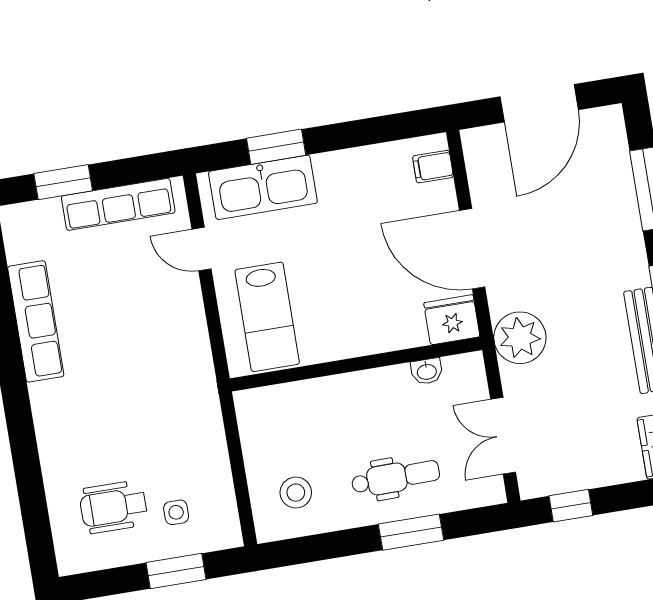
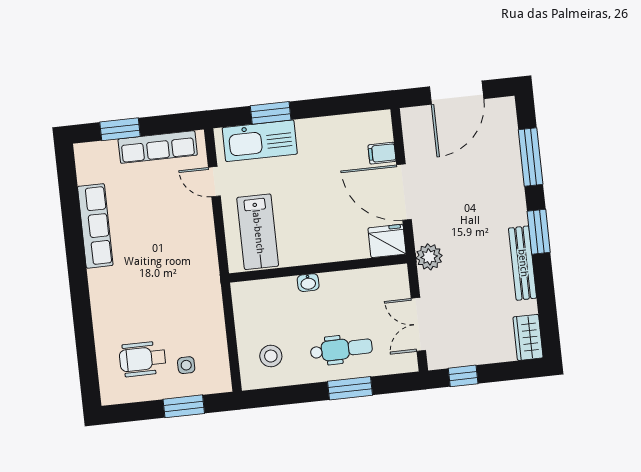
filing cabinet: (433, 167) -> (382, 153), moved
plant: (520, 338) -> (429, 257), width x0.73, depth x0.73
washbasin: (427, 371) -> (308, 283), moved

